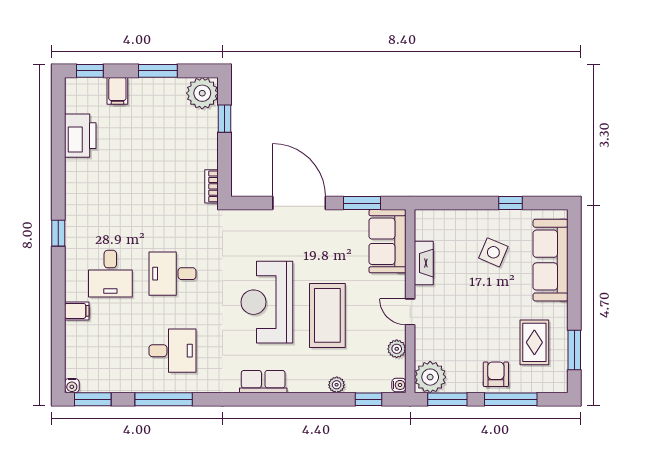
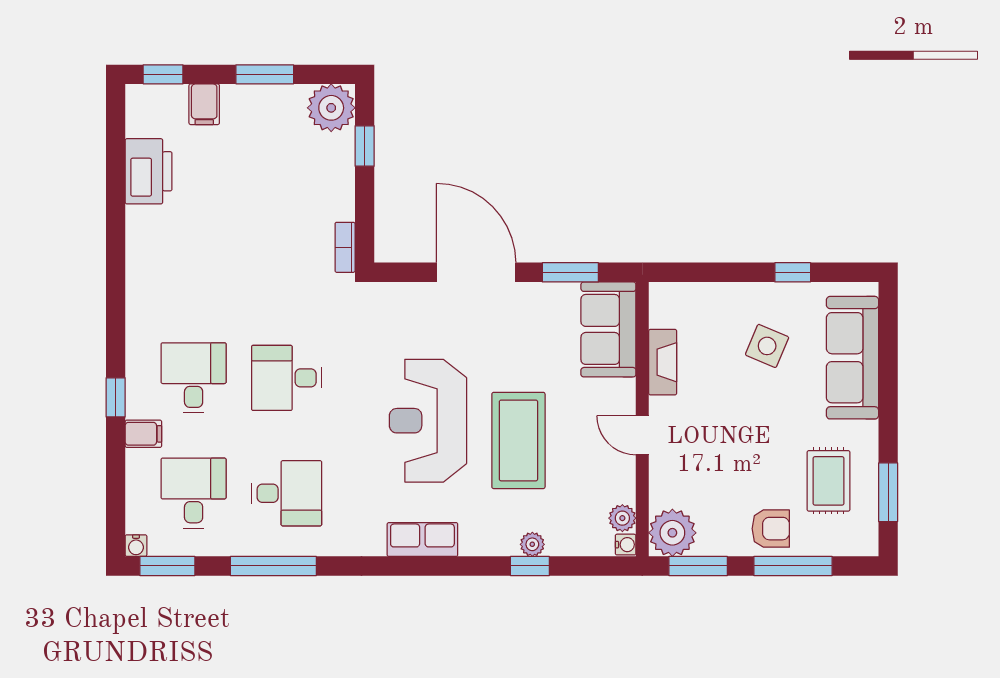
window: (58, 233) -> (116, 397), moved
desk: (110, 274) -> (194, 378), turned 180
plant: (397, 349) -> (622, 518), moved
desk: (110, 351) -> (194, 493), added
armchair: (496, 374) -> (771, 529), turned 90
window: (369, 399) -> (530, 566), moved

